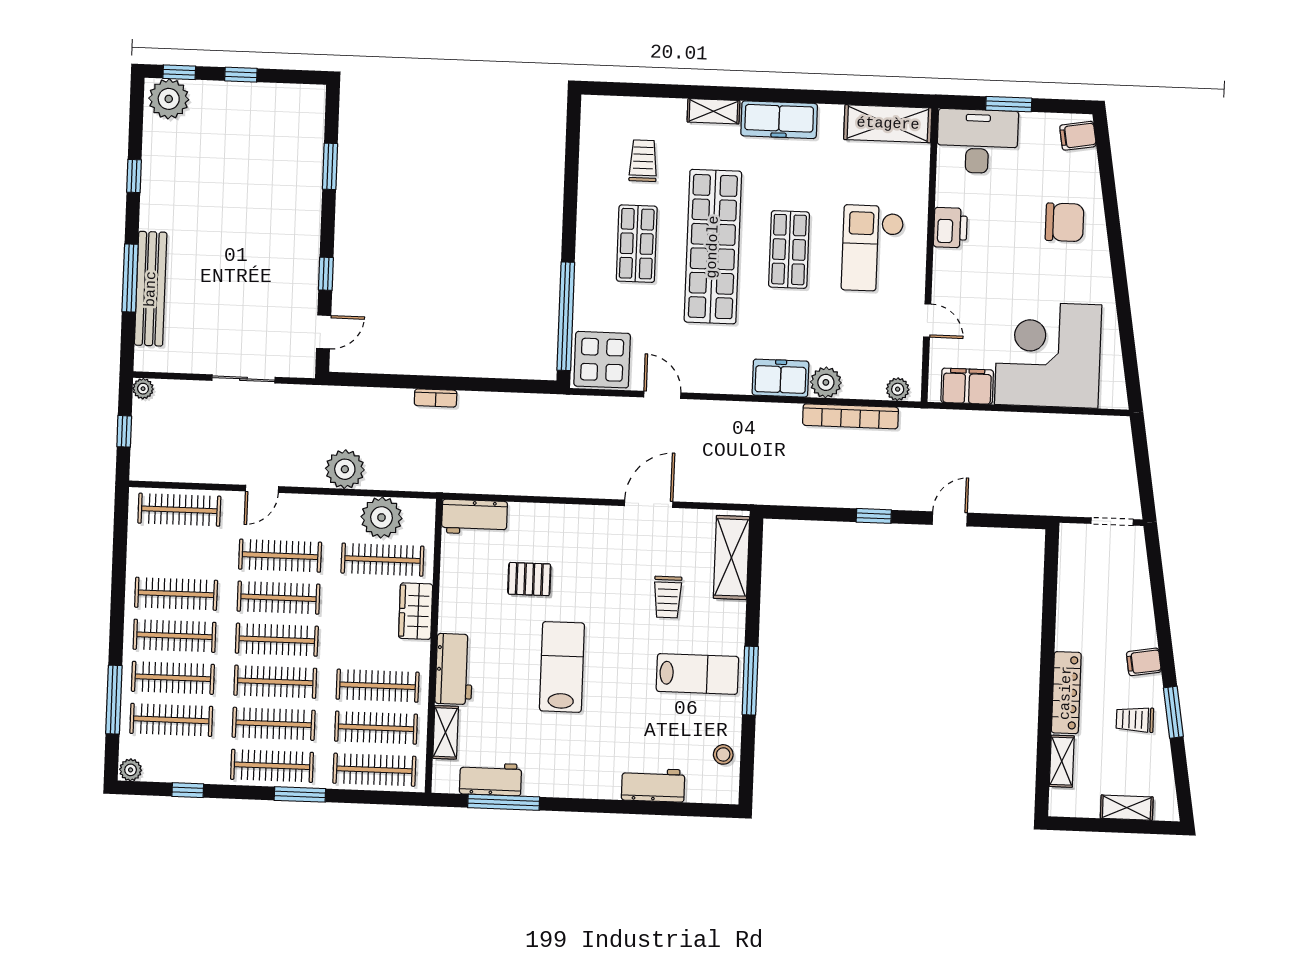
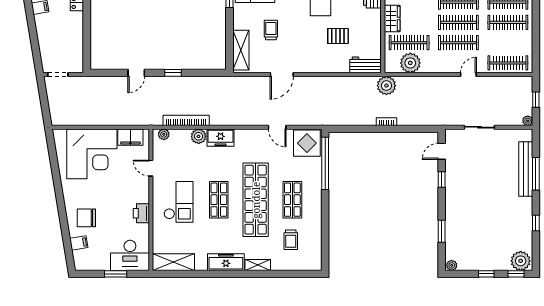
plant: (312, 95) -> (452, 265), added
filing cabinet: (1078, 136) -> (79, 243), moved
plant: (345, 469) -> (386, 86), moved

